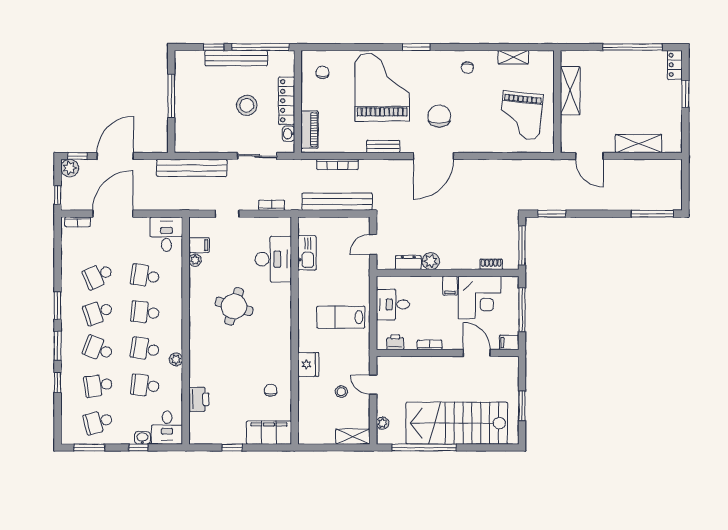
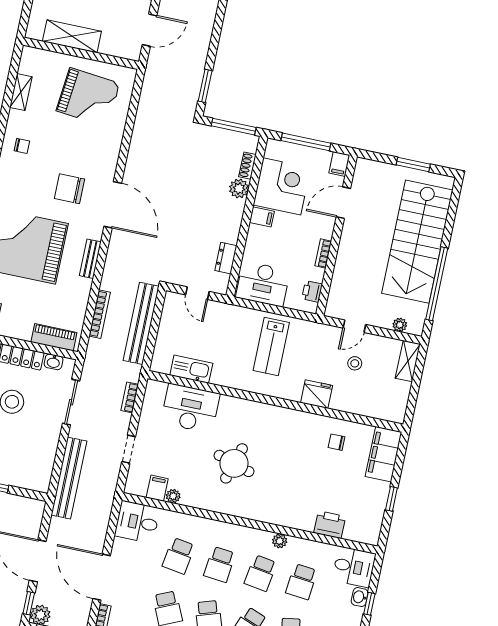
plant: (431, 261) -> (239, 188), moved
desk: (393, 304) -> (263, 284), width x1.37

